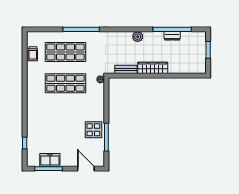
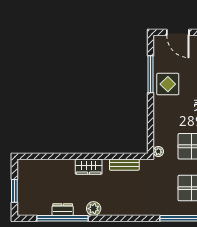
plant: (138, 37) -> (94, 209), moved
wardrobe: (153, 68) -> (89, 167), width x0.67

